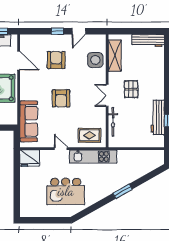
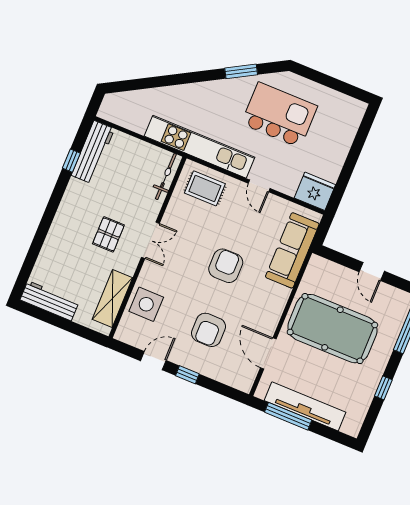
workbench: (158, 117) -> (93, 152), moved
bicycle: (113, 122) -> (166, 177), moved
kitchen unit: (93, 157) -> (199, 147), width x1.36
window: (122, 191) -> (241, 71), moved

